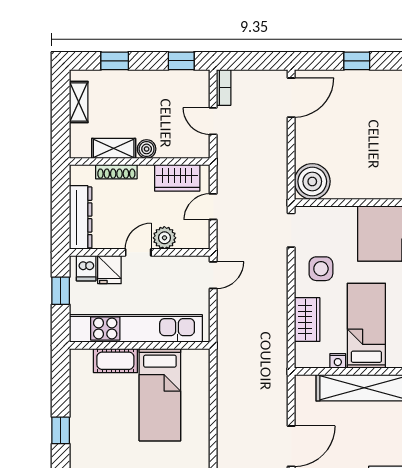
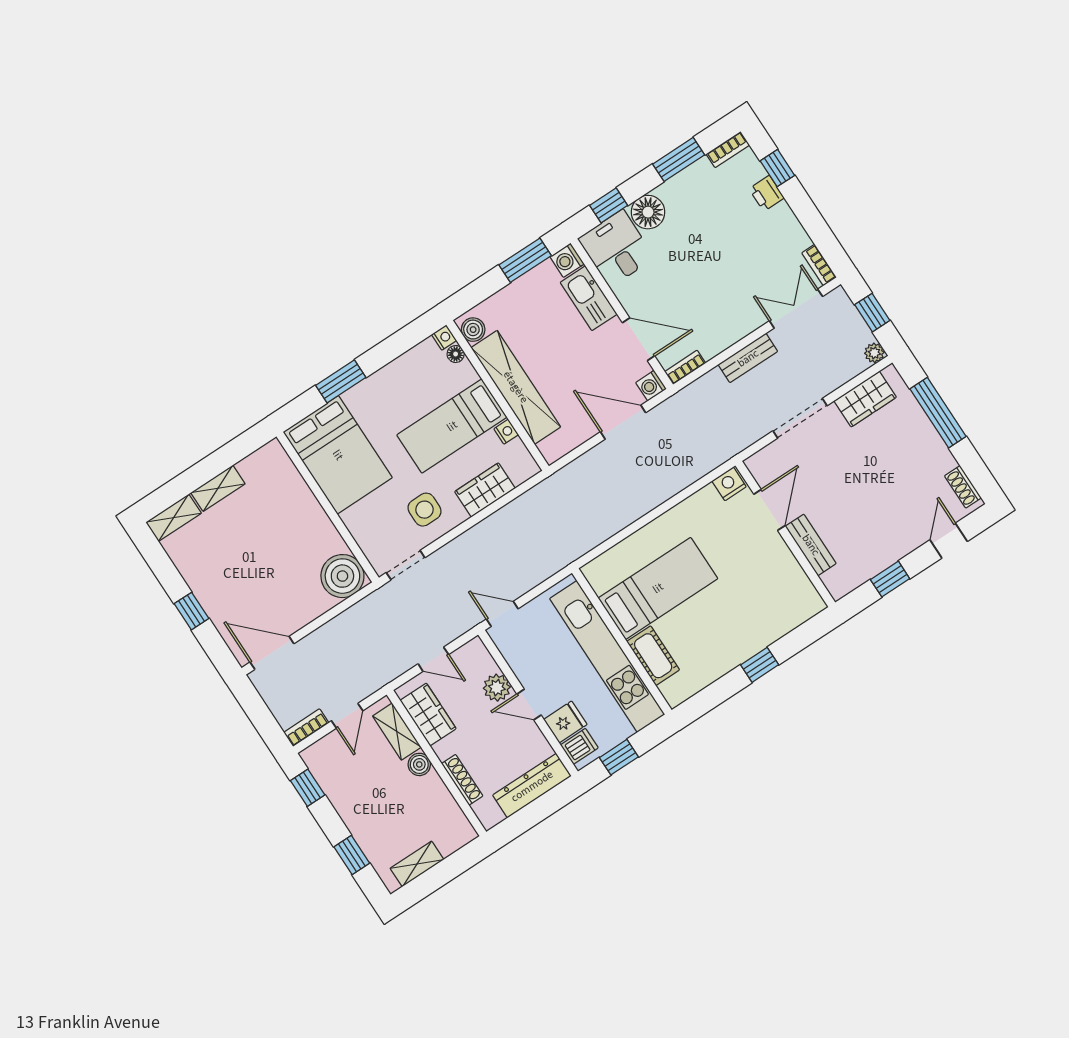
shelving: (114, 148) -> (397, 732), moved

